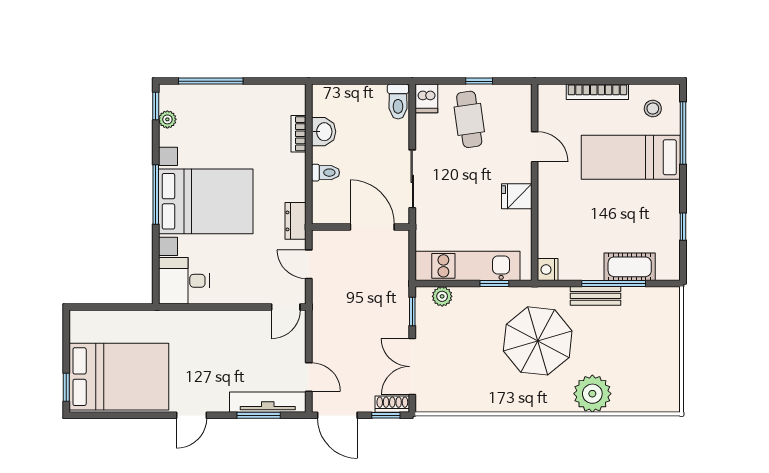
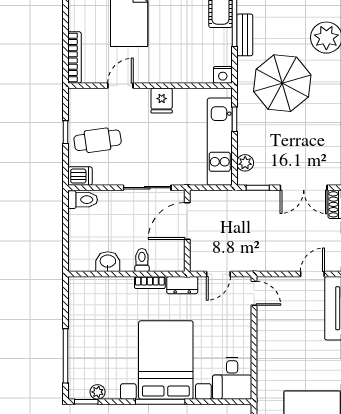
bookcase: (597, 92) -> (75, 57), moved
bookcase: (299, 134) -> (150, 283), moved

